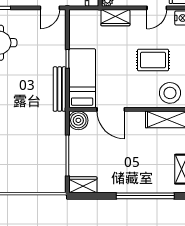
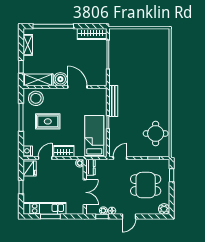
wardrobe: (115, 18) -> (64, 151), moved
bed: (82, 78) -> (94, 136), moved, turned 180
boiler: (78, 120) -> (60, 79), moved
wardrobe: (83, 185) -> (92, 34), width x1.50

